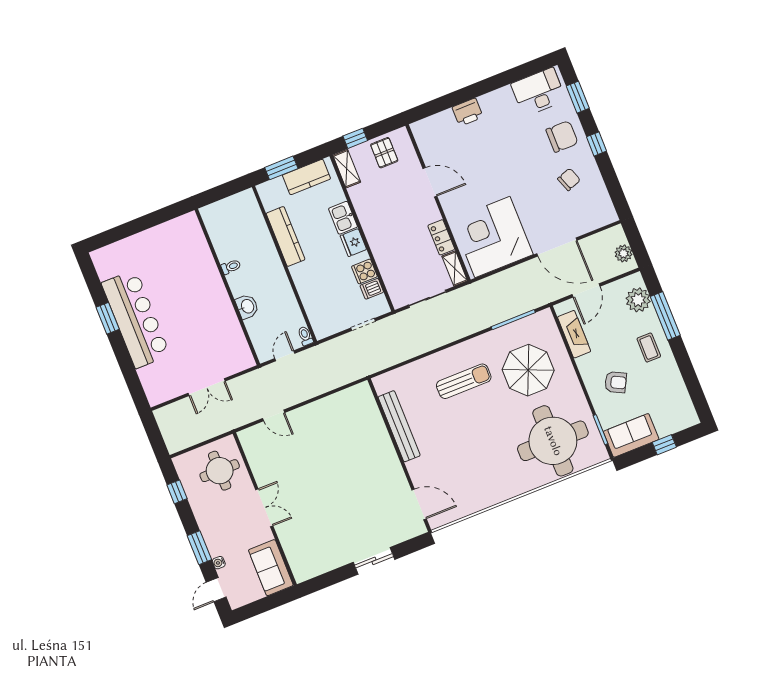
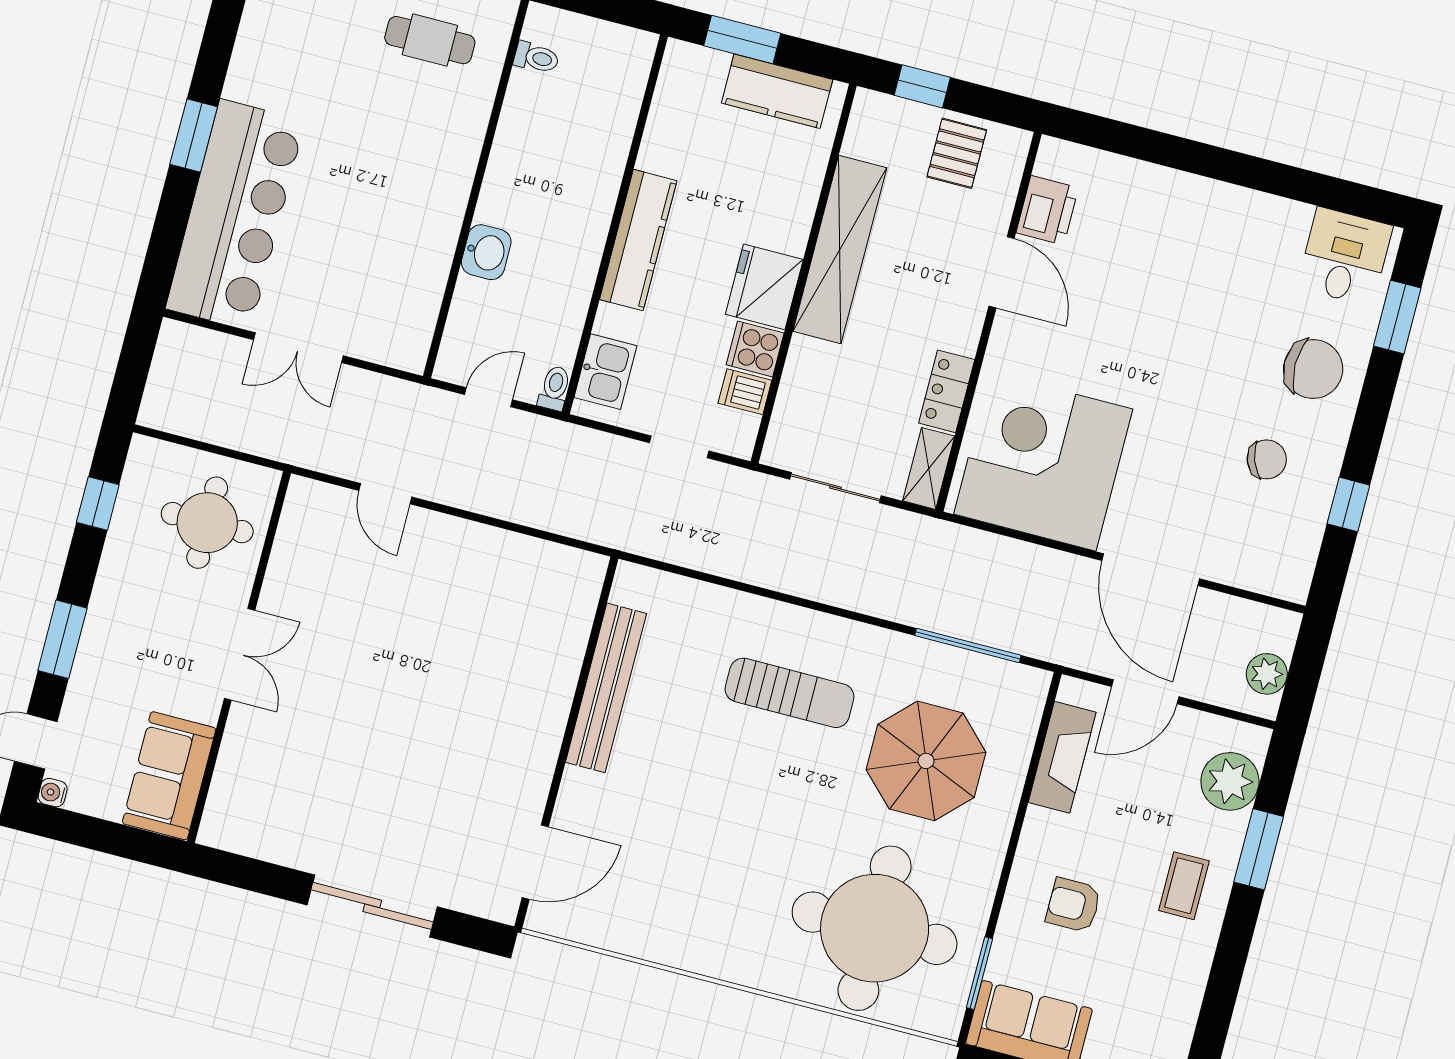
desk: (538, 92) -> (1345, 257), width x0.73
printer: (468, 112) -> (1047, 210), moved, turned -90
window: (597, 144) -> (1348, 504), moved
shelving: (347, 169) -> (840, 249), moved, width x2.20, depth x1.33
kitchen sink: (343, 218) -> (605, 372), moved, turned 180
kitchen counter: (286, 236) -> (638, 240), moved
fridge: (353, 243) -> (764, 287), width x1.36, depth x1.34
cafe table: (174, 248) -> (430, 40), added
toilet: (231, 267) -> (536, 58), moved
window: (665, 316) -> (1259, 849), width x0.69
window: (108, 318) -> (194, 135), moved
bar counter: (136, 319) -> (235, 215), moved
armchair: (616, 382) -> (1073, 905), turned 153
door: (419, 504) -> (535, 862), hinge flipped
sliding door: (374, 561) -> (372, 906), width x1.37
water cooler: (219, 563) -> (53, 793), moved

